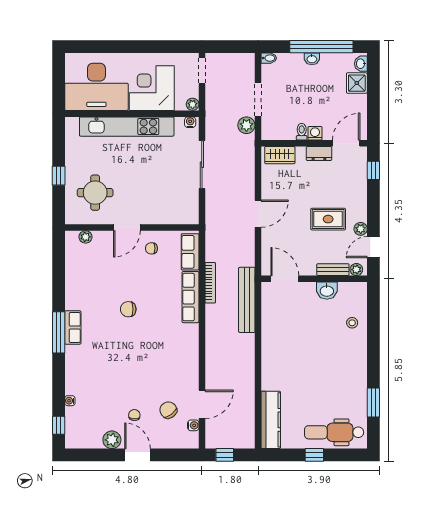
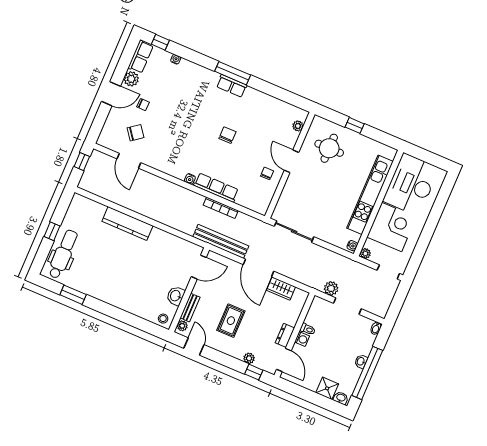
wardrobe: (280, 155) -> (281, 289), moved, turned -90
sliding door: (202, 165) -> (294, 232), moved
door: (258, 214) -> (258, 268), width x1.36
plant: (361, 229) -> (249, 358), moved
row of seats: (190, 252) -> (141, 57), moved, turned 90
bench: (247, 300) -> (221, 241), moved
stool: (352, 323) -> (163, 319), moved
kitchen counter: (271, 420) -> (127, 224), moved
water cooler: (193, 425) -> (190, 179), moved

